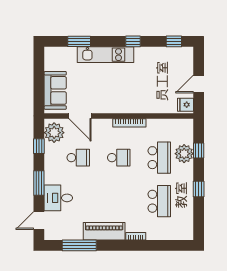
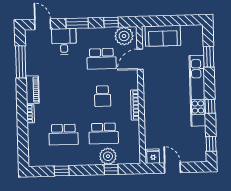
kitchen unit: (106, 55) -> (197, 91), width x1.36
school desk: (78, 158) -> (102, 59), width x1.85
window: (199, 189) -> (62, 171), moved
piano: (104, 231) -> (32, 90), width x0.73, depth x0.75

